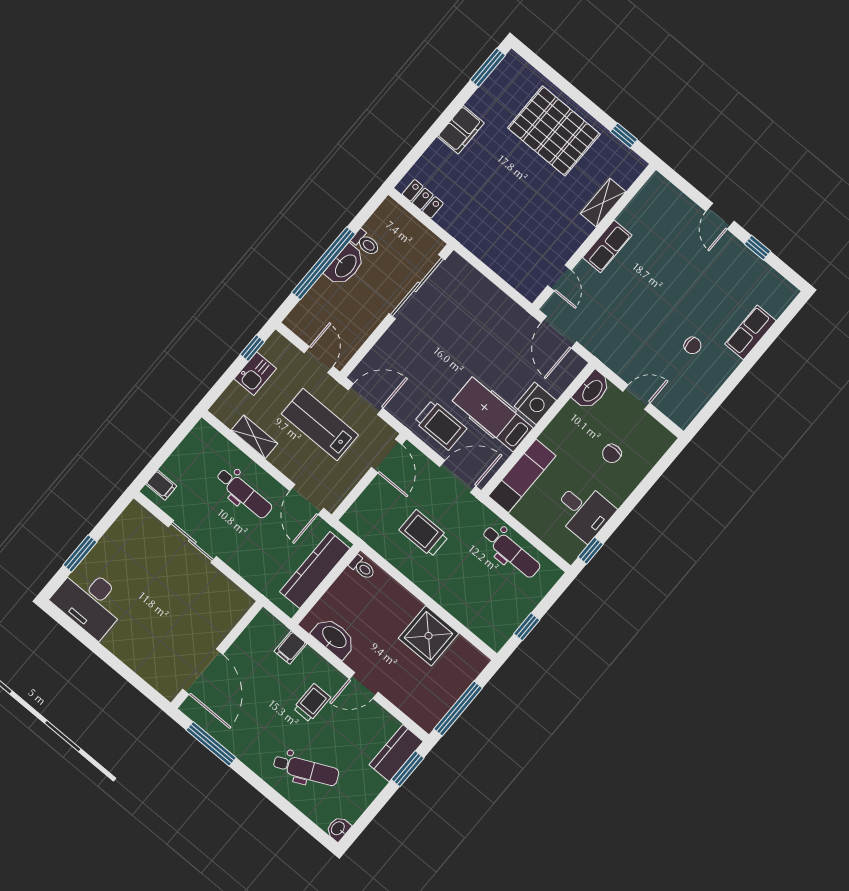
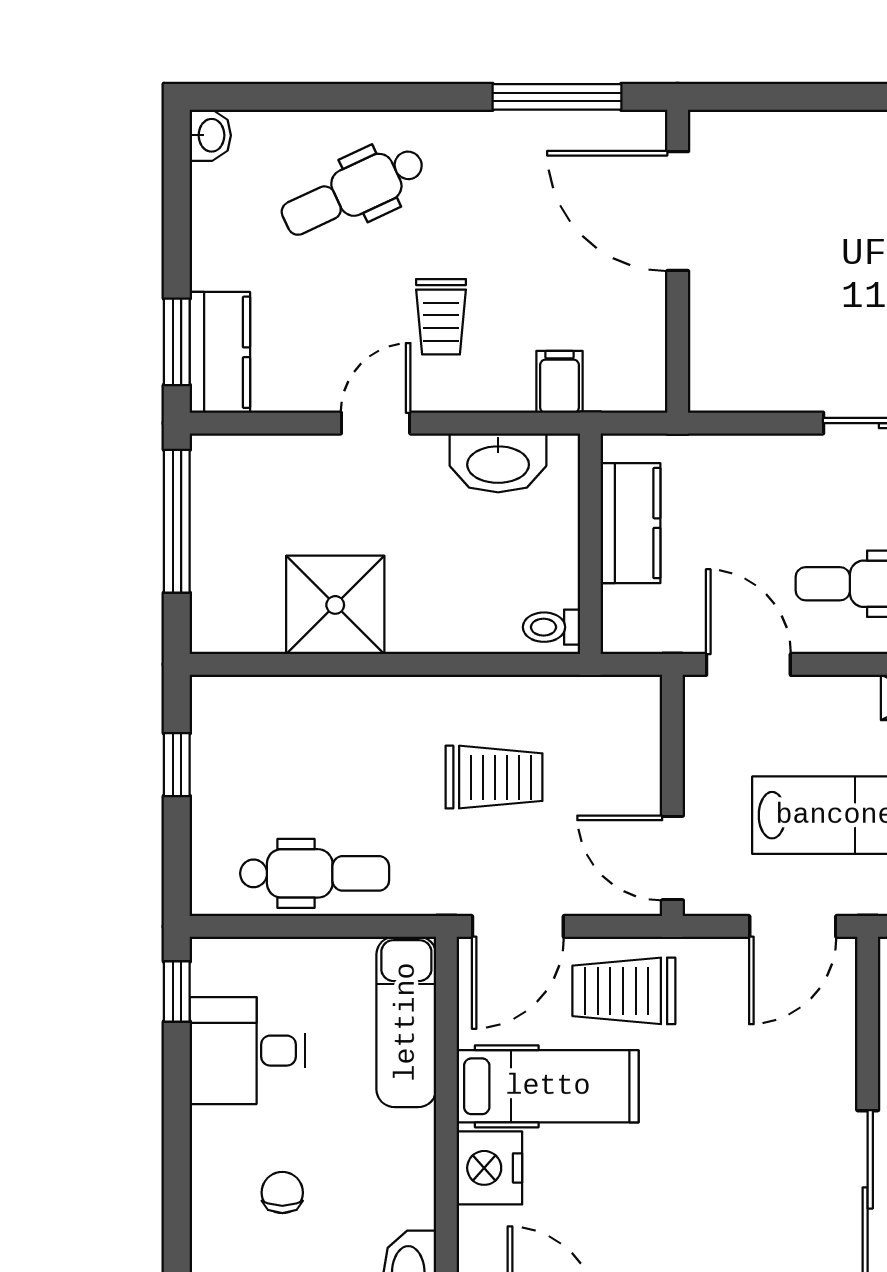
dental chair: (511, 552) -> (315, 873), turned 180
kitchen counter: (315, 570) -> (631, 523), width x0.67

